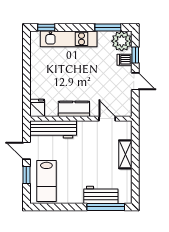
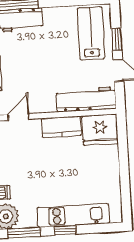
window: (46, 27) -> (65, 230), moved
fridge: (37, 108) -> (100, 130), width x1.88, depth x1.34
door: (107, 119) -> (19, 117), swing flipped

